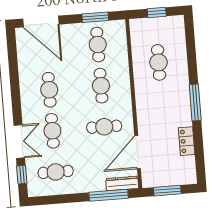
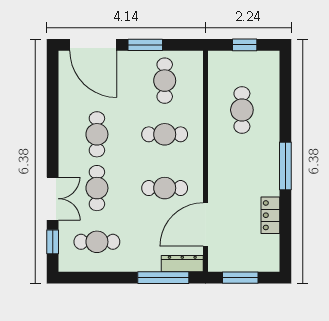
window: (95, 17) -> (145, 45), moved
cafe table: (101, 86) -> (165, 134), turned 90

